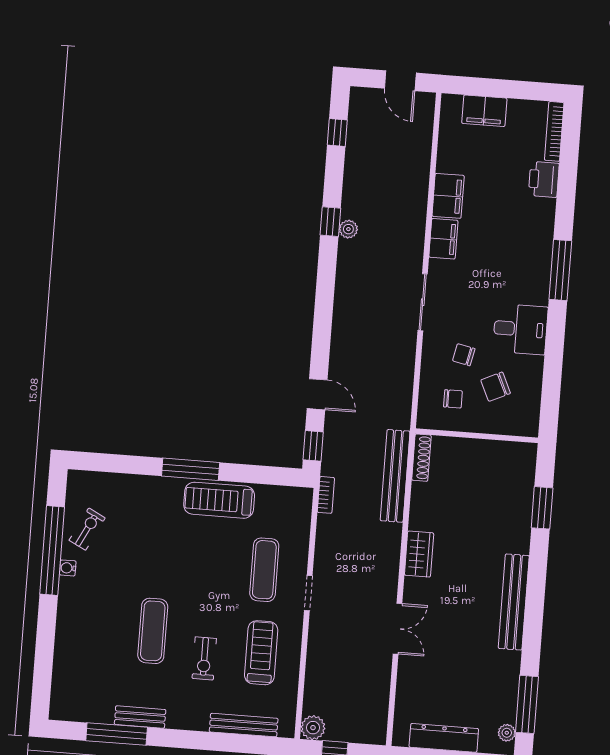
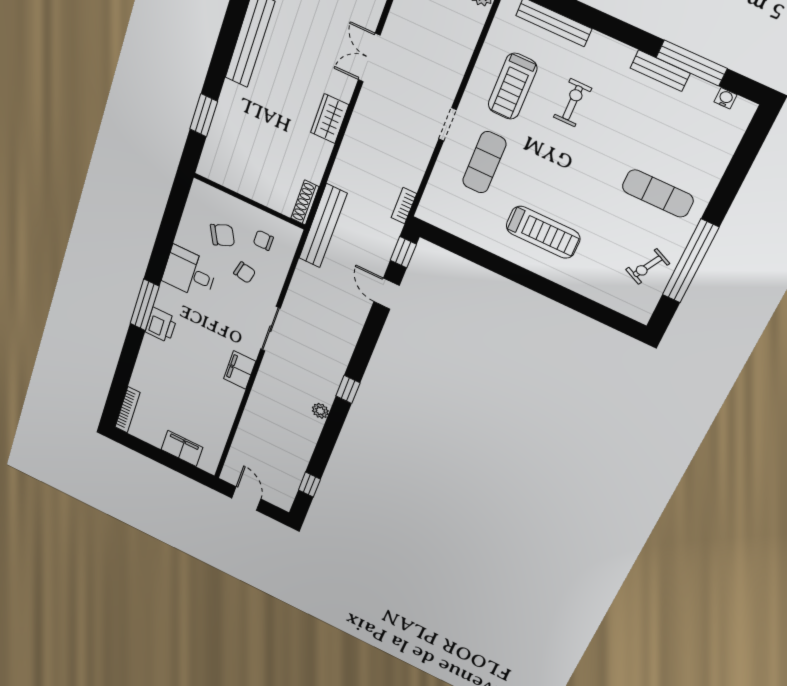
printer: (544, 179) -> (161, 325), moved
filing cabinet: (448, 196) -> (228, 400), removed
window: (330, 222) -> (348, 389), moved
window: (191, 469) -> (527, 278), removed
bench: (395, 476) -> (323, 226), moved
treadmill: (219, 500) -> (543, 232), moved
water cooler: (68, 568) -> (726, 98), moved, turned -90
exercise mat: (153, 631) -> (658, 193), moved, turned 90

